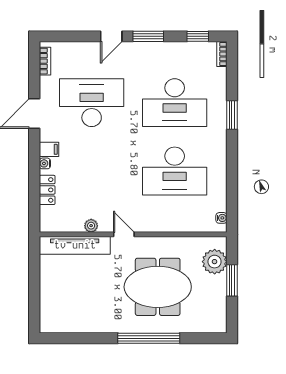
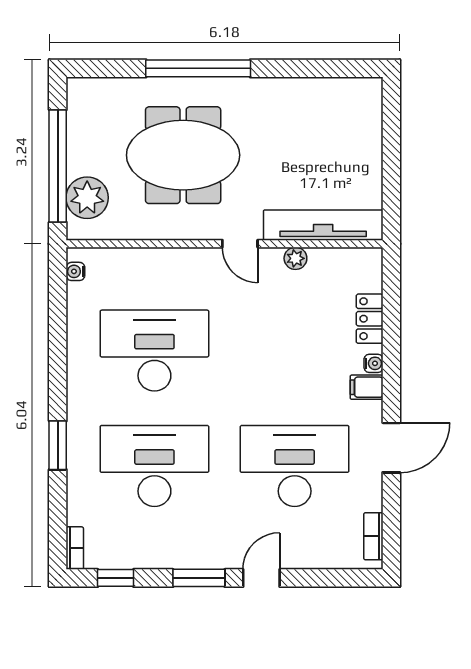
desk: (92, 103) -> (295, 466), turned 180
window: (232, 280) -> (58, 166), width x2.11

